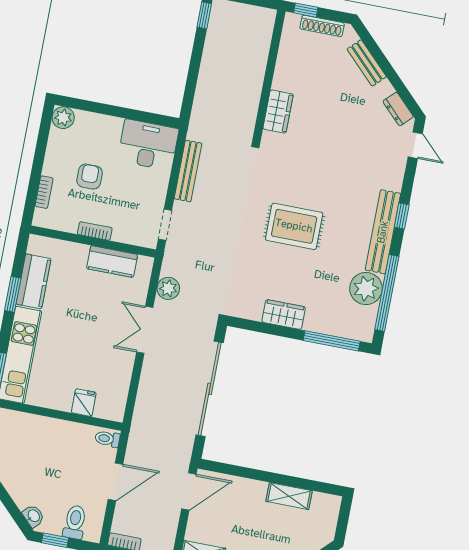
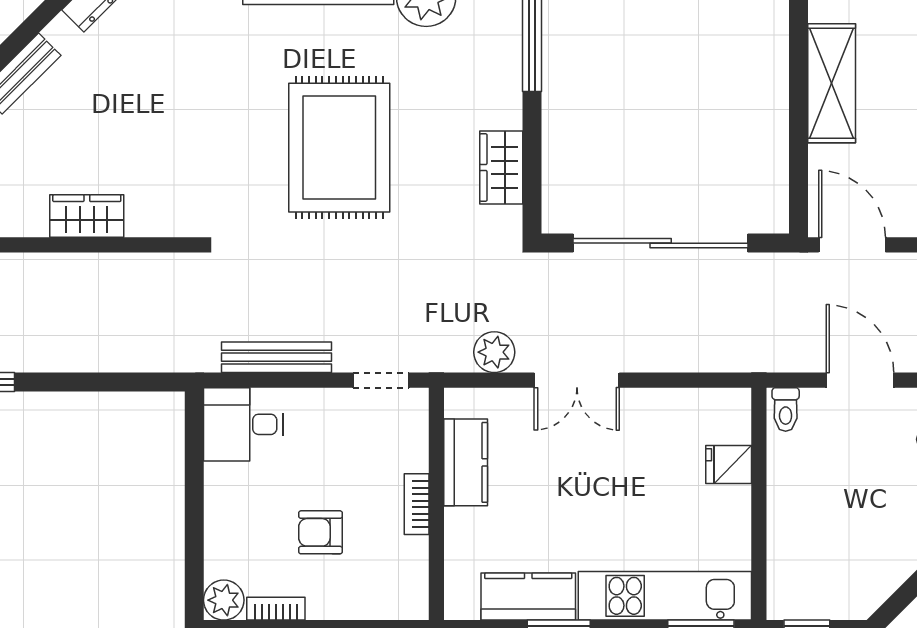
wardrobe: (278, 112) -> (87, 216), moved
desk: (148, 145) -> (243, 424), width x0.73
bookcase: (44, 192) -> (276, 609), moved
rug: (294, 226) -> (339, 148), width x1.37, depth x1.44
wardrobe: (284, 315) -> (501, 167), moved
shelving: (289, 496) -> (832, 83), width x1.50, depth x1.33

